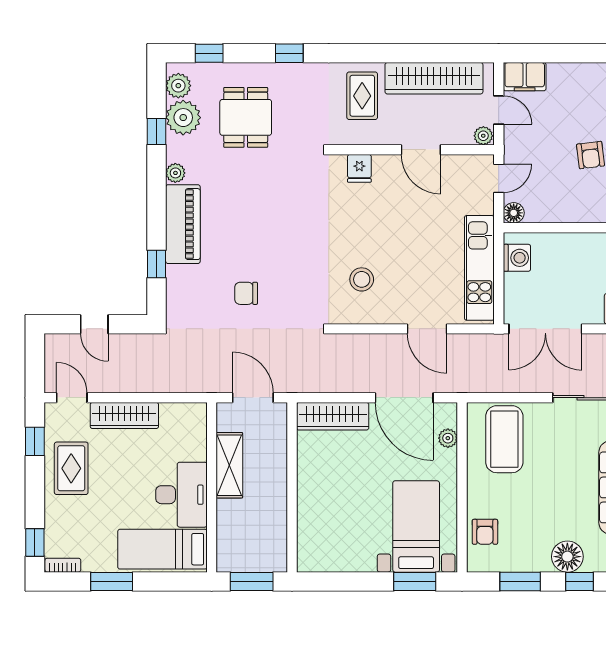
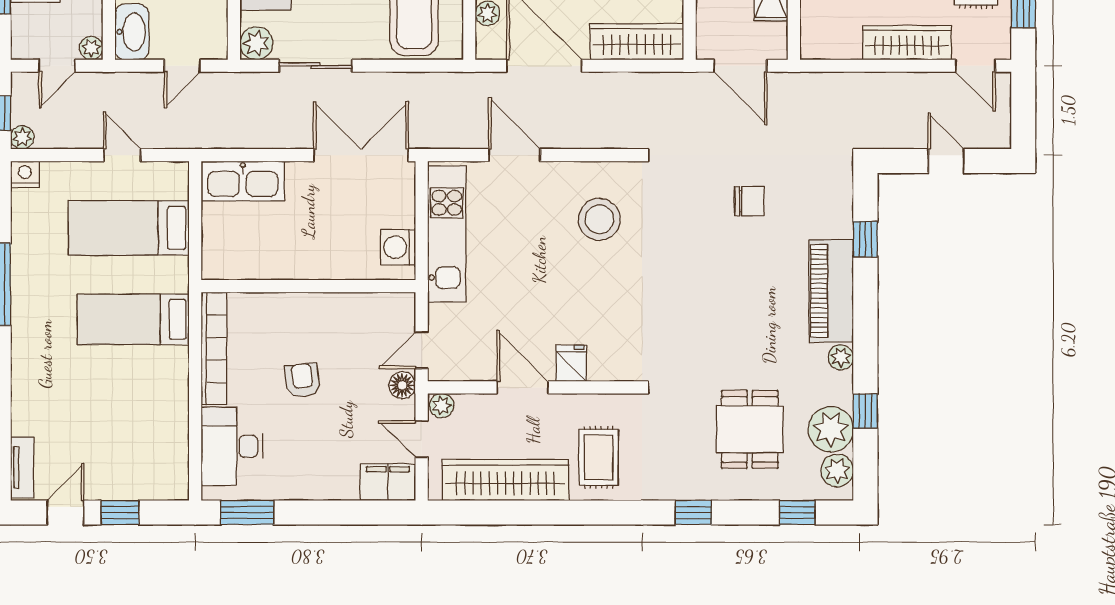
fridge: (359, 168) -> (571, 363), moved
floor lamp: (514, 213) -> (402, 385), moved
stool: (362, 279) -> (599, 219), width x1.38, depth x1.38

